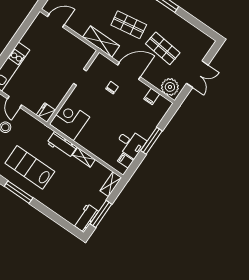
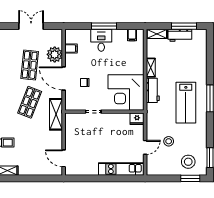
shop shelf: (129, 25) -> (30, 102), turned 30
plant: (170, 87) -> (55, 54), moved
corner desk: (70, 120) -> (126, 92), width x1.36, depth x1.36
desk: (130, 143) -> (101, 40), moved
workbench: (86, 218) -> (180, 35), moved

